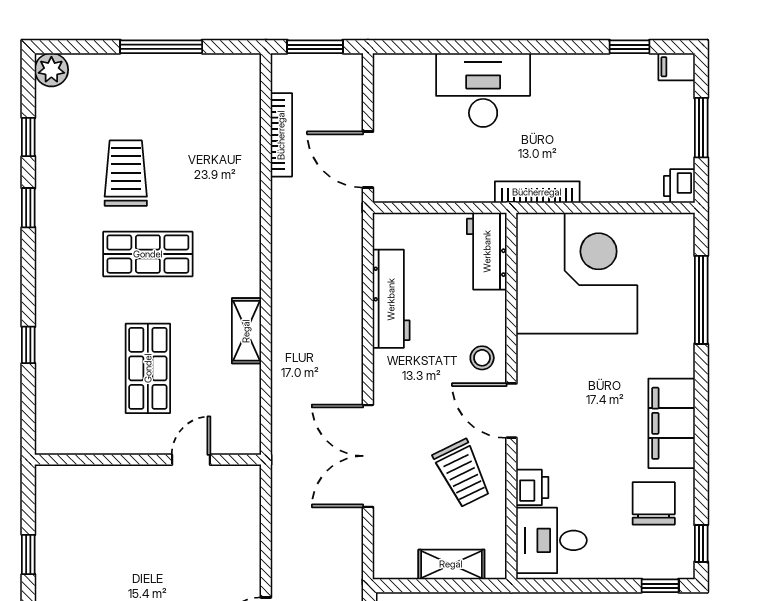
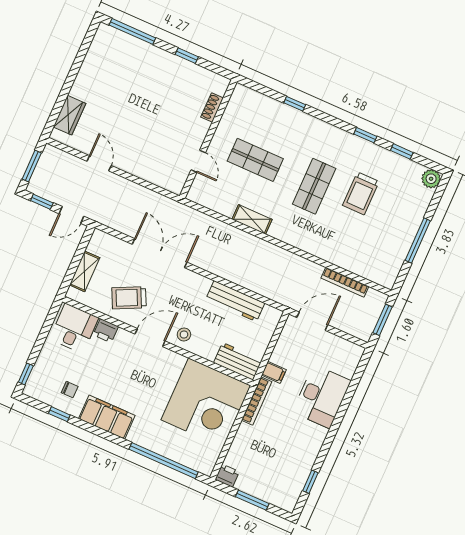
filing cabinet: (677, 67) -> (274, 372), moved, turned 90
trolley: (126, 173) -> (361, 193), turned 90
window: (701, 300) -> (164, 461), width x1.46
shoe rack: (94, 476) -> (212, 108), added
chair: (654, 503) -> (70, 390), width x0.54, depth x0.54
window: (701, 543) -> (59, 414), moved

